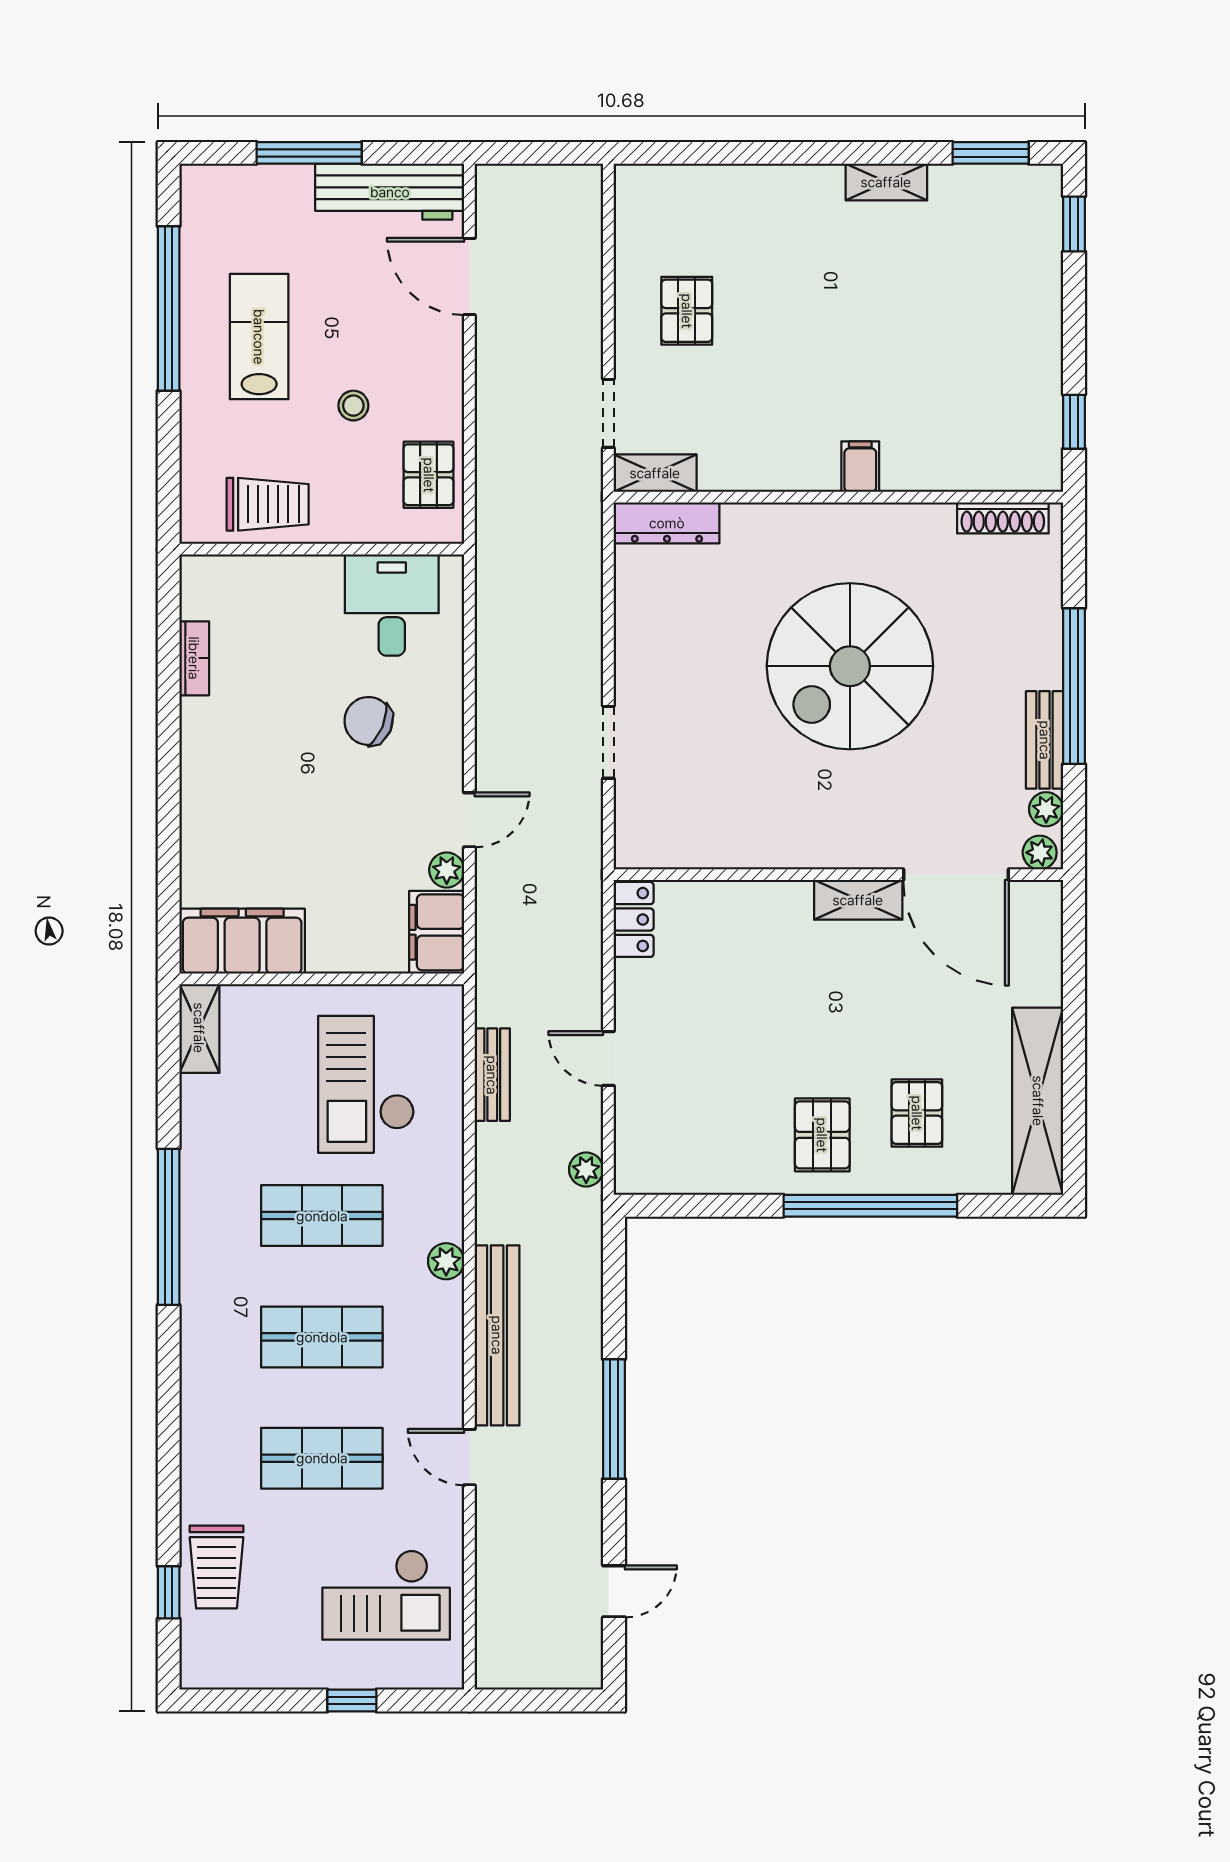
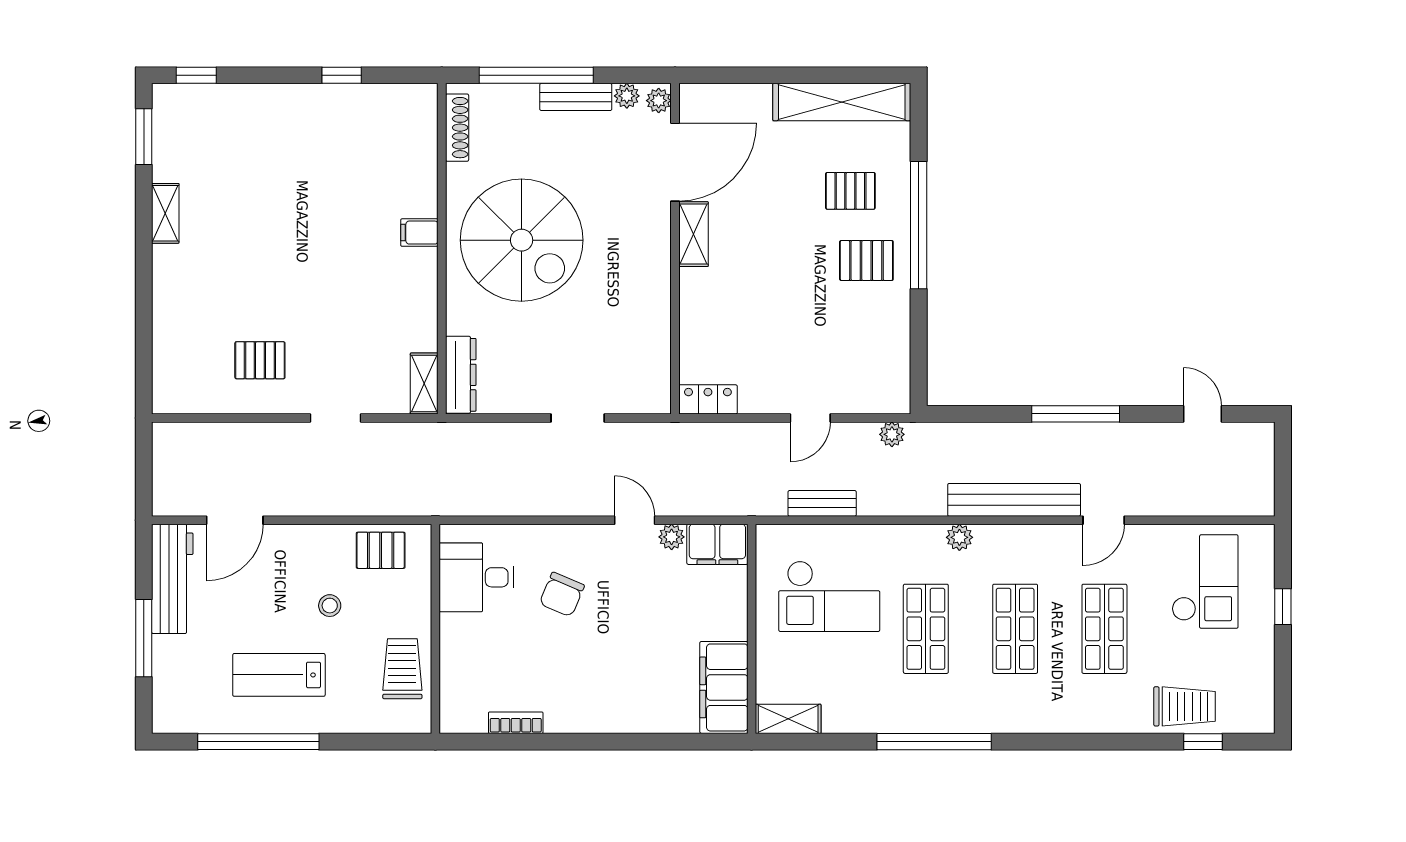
filing cabinet: (860, 467) -> (419, 233), moved
shelving: (655, 473) -> (424, 384), moved
wall: (838, 497) -> (442, 249), moved
shoe rack: (1003, 518) -> (457, 128), moved
dresser: (667, 523) -> (461, 375), moved

